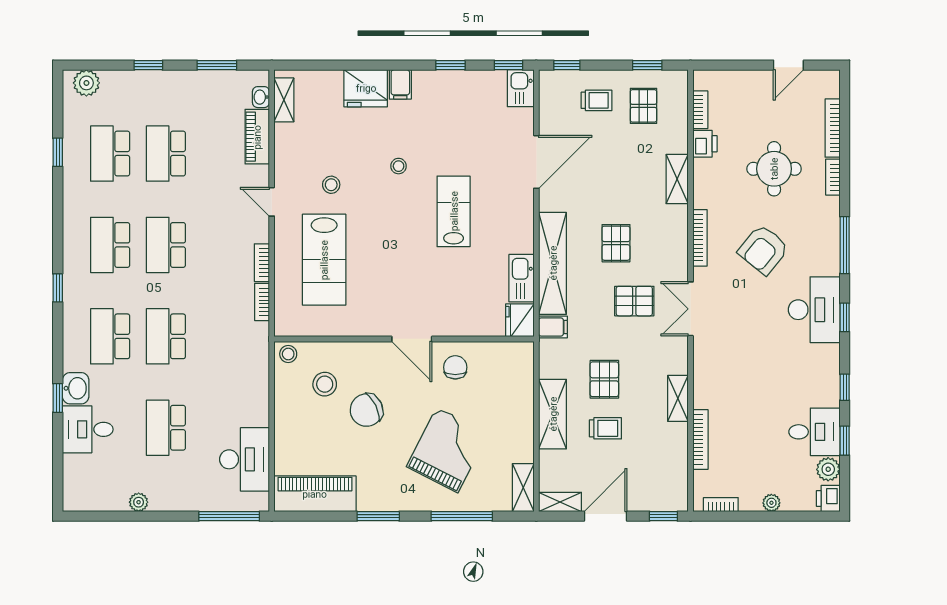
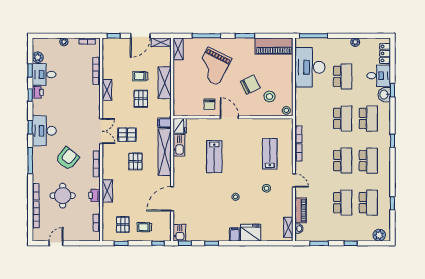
printer: (705, 144) -> (94, 195), moved
lab bench: (454, 211) -> (214, 157), moved
lab bench: (324, 260) -> (270, 154), width x0.73, depth x0.72
desk: (244, 459) -> (310, 67), width x1.36, depth x1.30
locker: (74, 478) -> (385, 53), added
printer: (828, 498) -> (38, 92), moved

